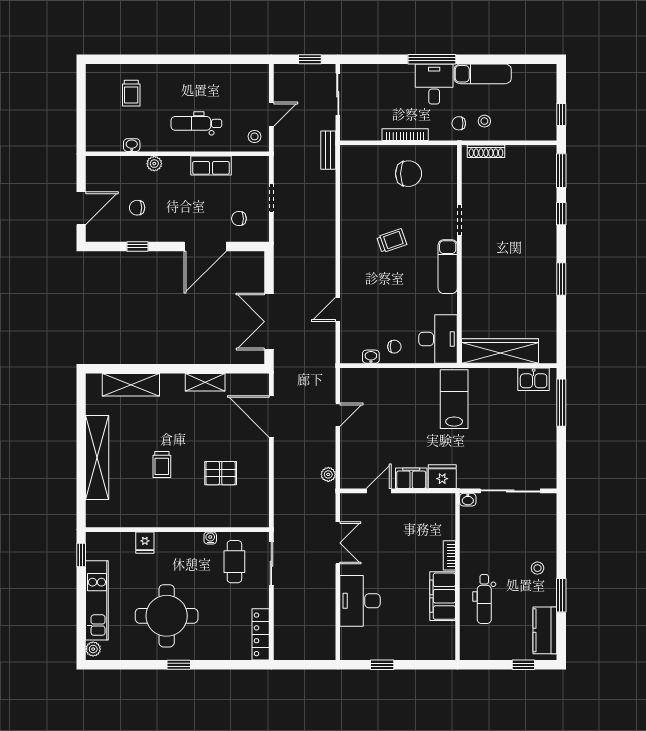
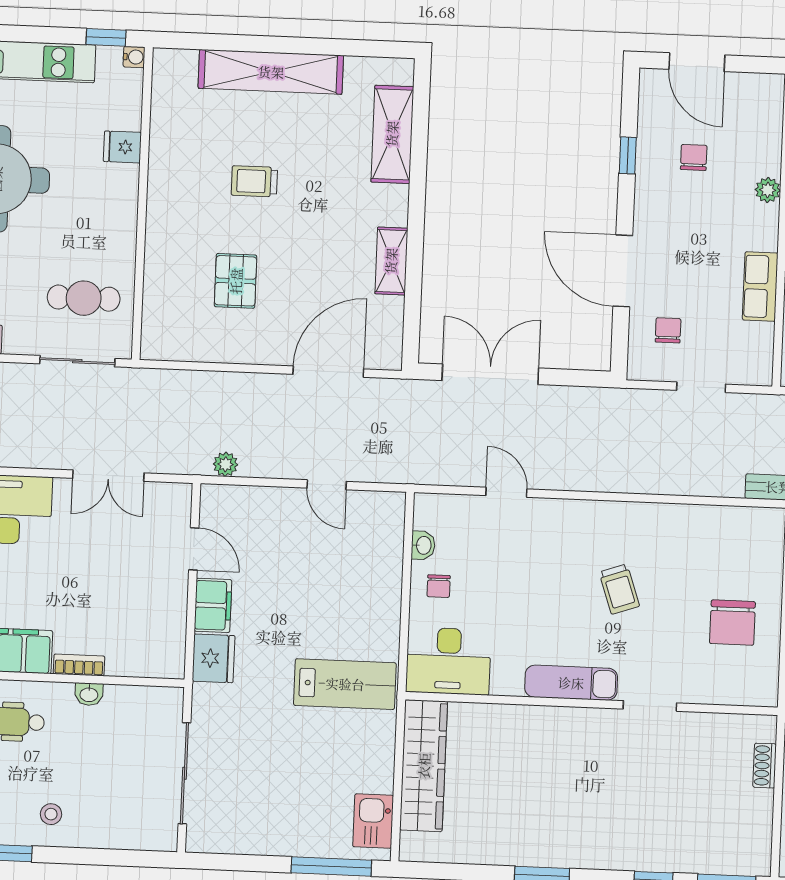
shoe rack: (486, 151) -> (765, 766), width x0.70
washbasin: (468, 500) -> (89, 694), moved, turned -90
water cooler: (210, 538) -> (134, 57), moved

